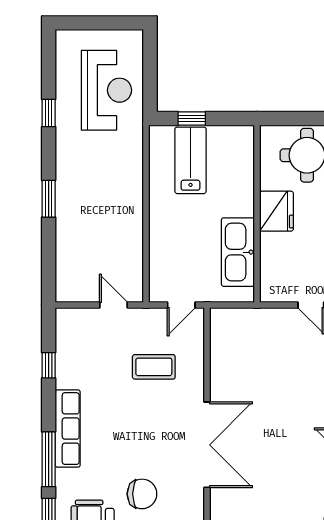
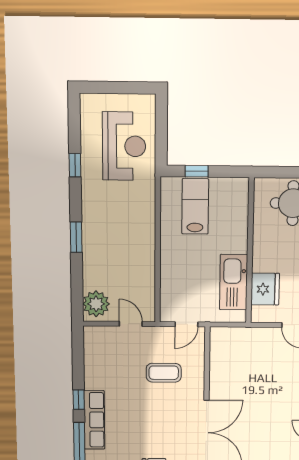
fridge: (276, 211) -> (265, 289), moved
plant: (72, 280) -> (96, 304), added
window: (49, 365) -> (79, 400), moved

